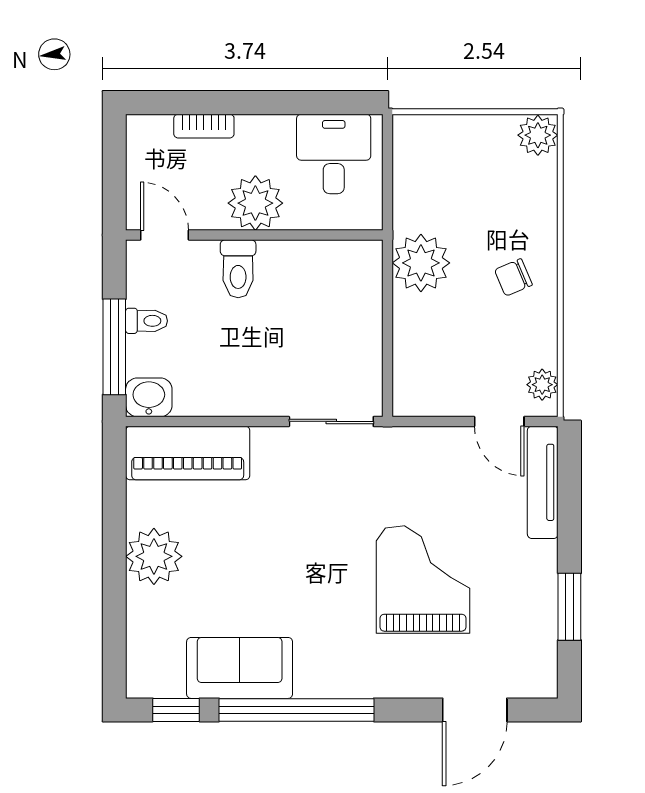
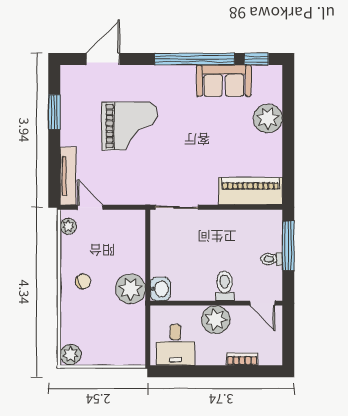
washbasin: (149, 397) -> (160, 289), moved, turned -90
plant: (154, 556) -> (268, 118), moved
grand piano: (423, 580) -> (130, 126), turned -90

